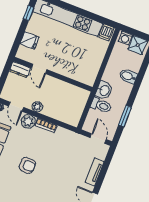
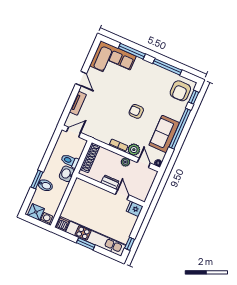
window: (79, 11) -> (86, 244), added
fridge: (30, 40) -> (135, 209), moved
dresser: (20, 70) -> (110, 182), moved
shoe rack: (78, 110) -> (90, 158), added
window: (125, 116) -> (37, 180), moved
door: (98, 139) -> (74, 132), swing flipped

